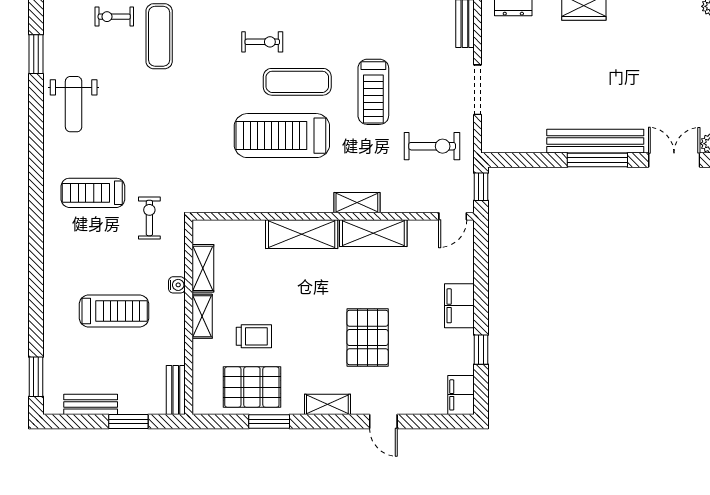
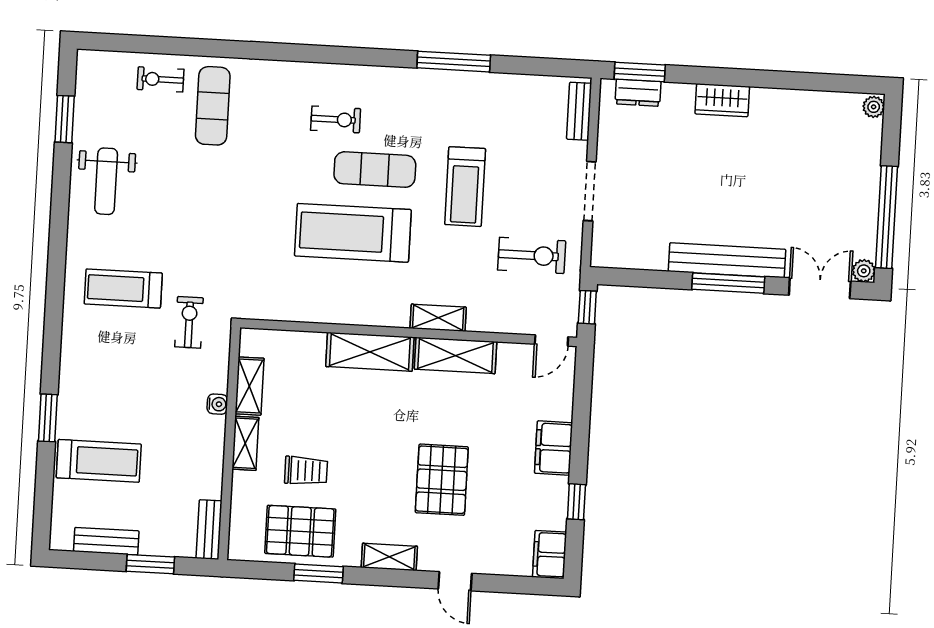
treadmill: (114, 311) -> (99, 461), moved
window: (36, 377) -> (48, 418), moved

